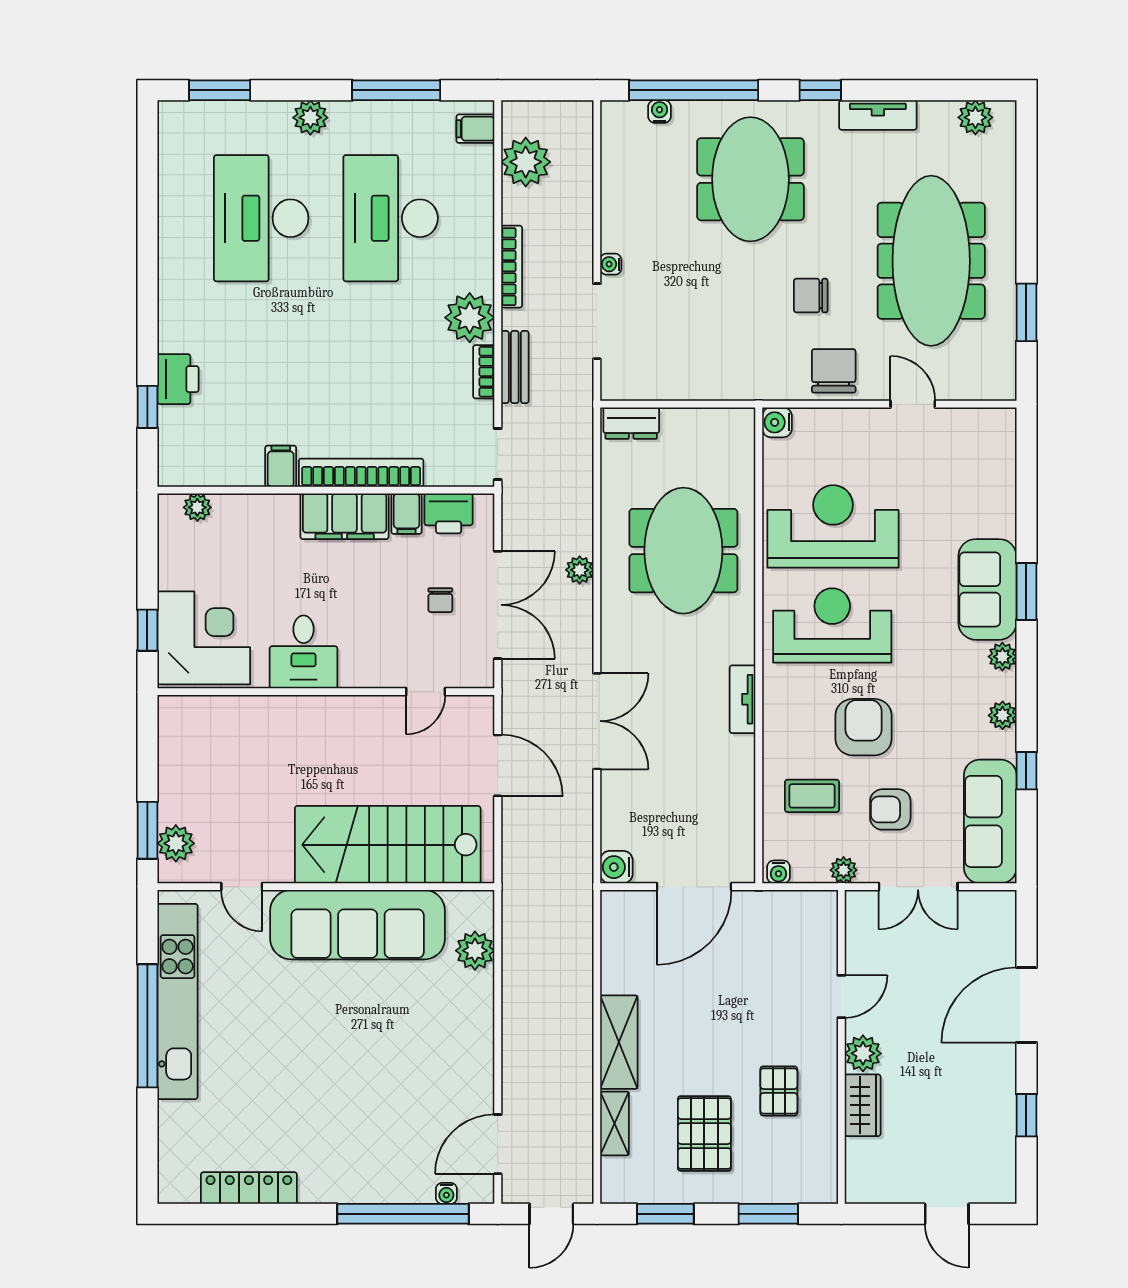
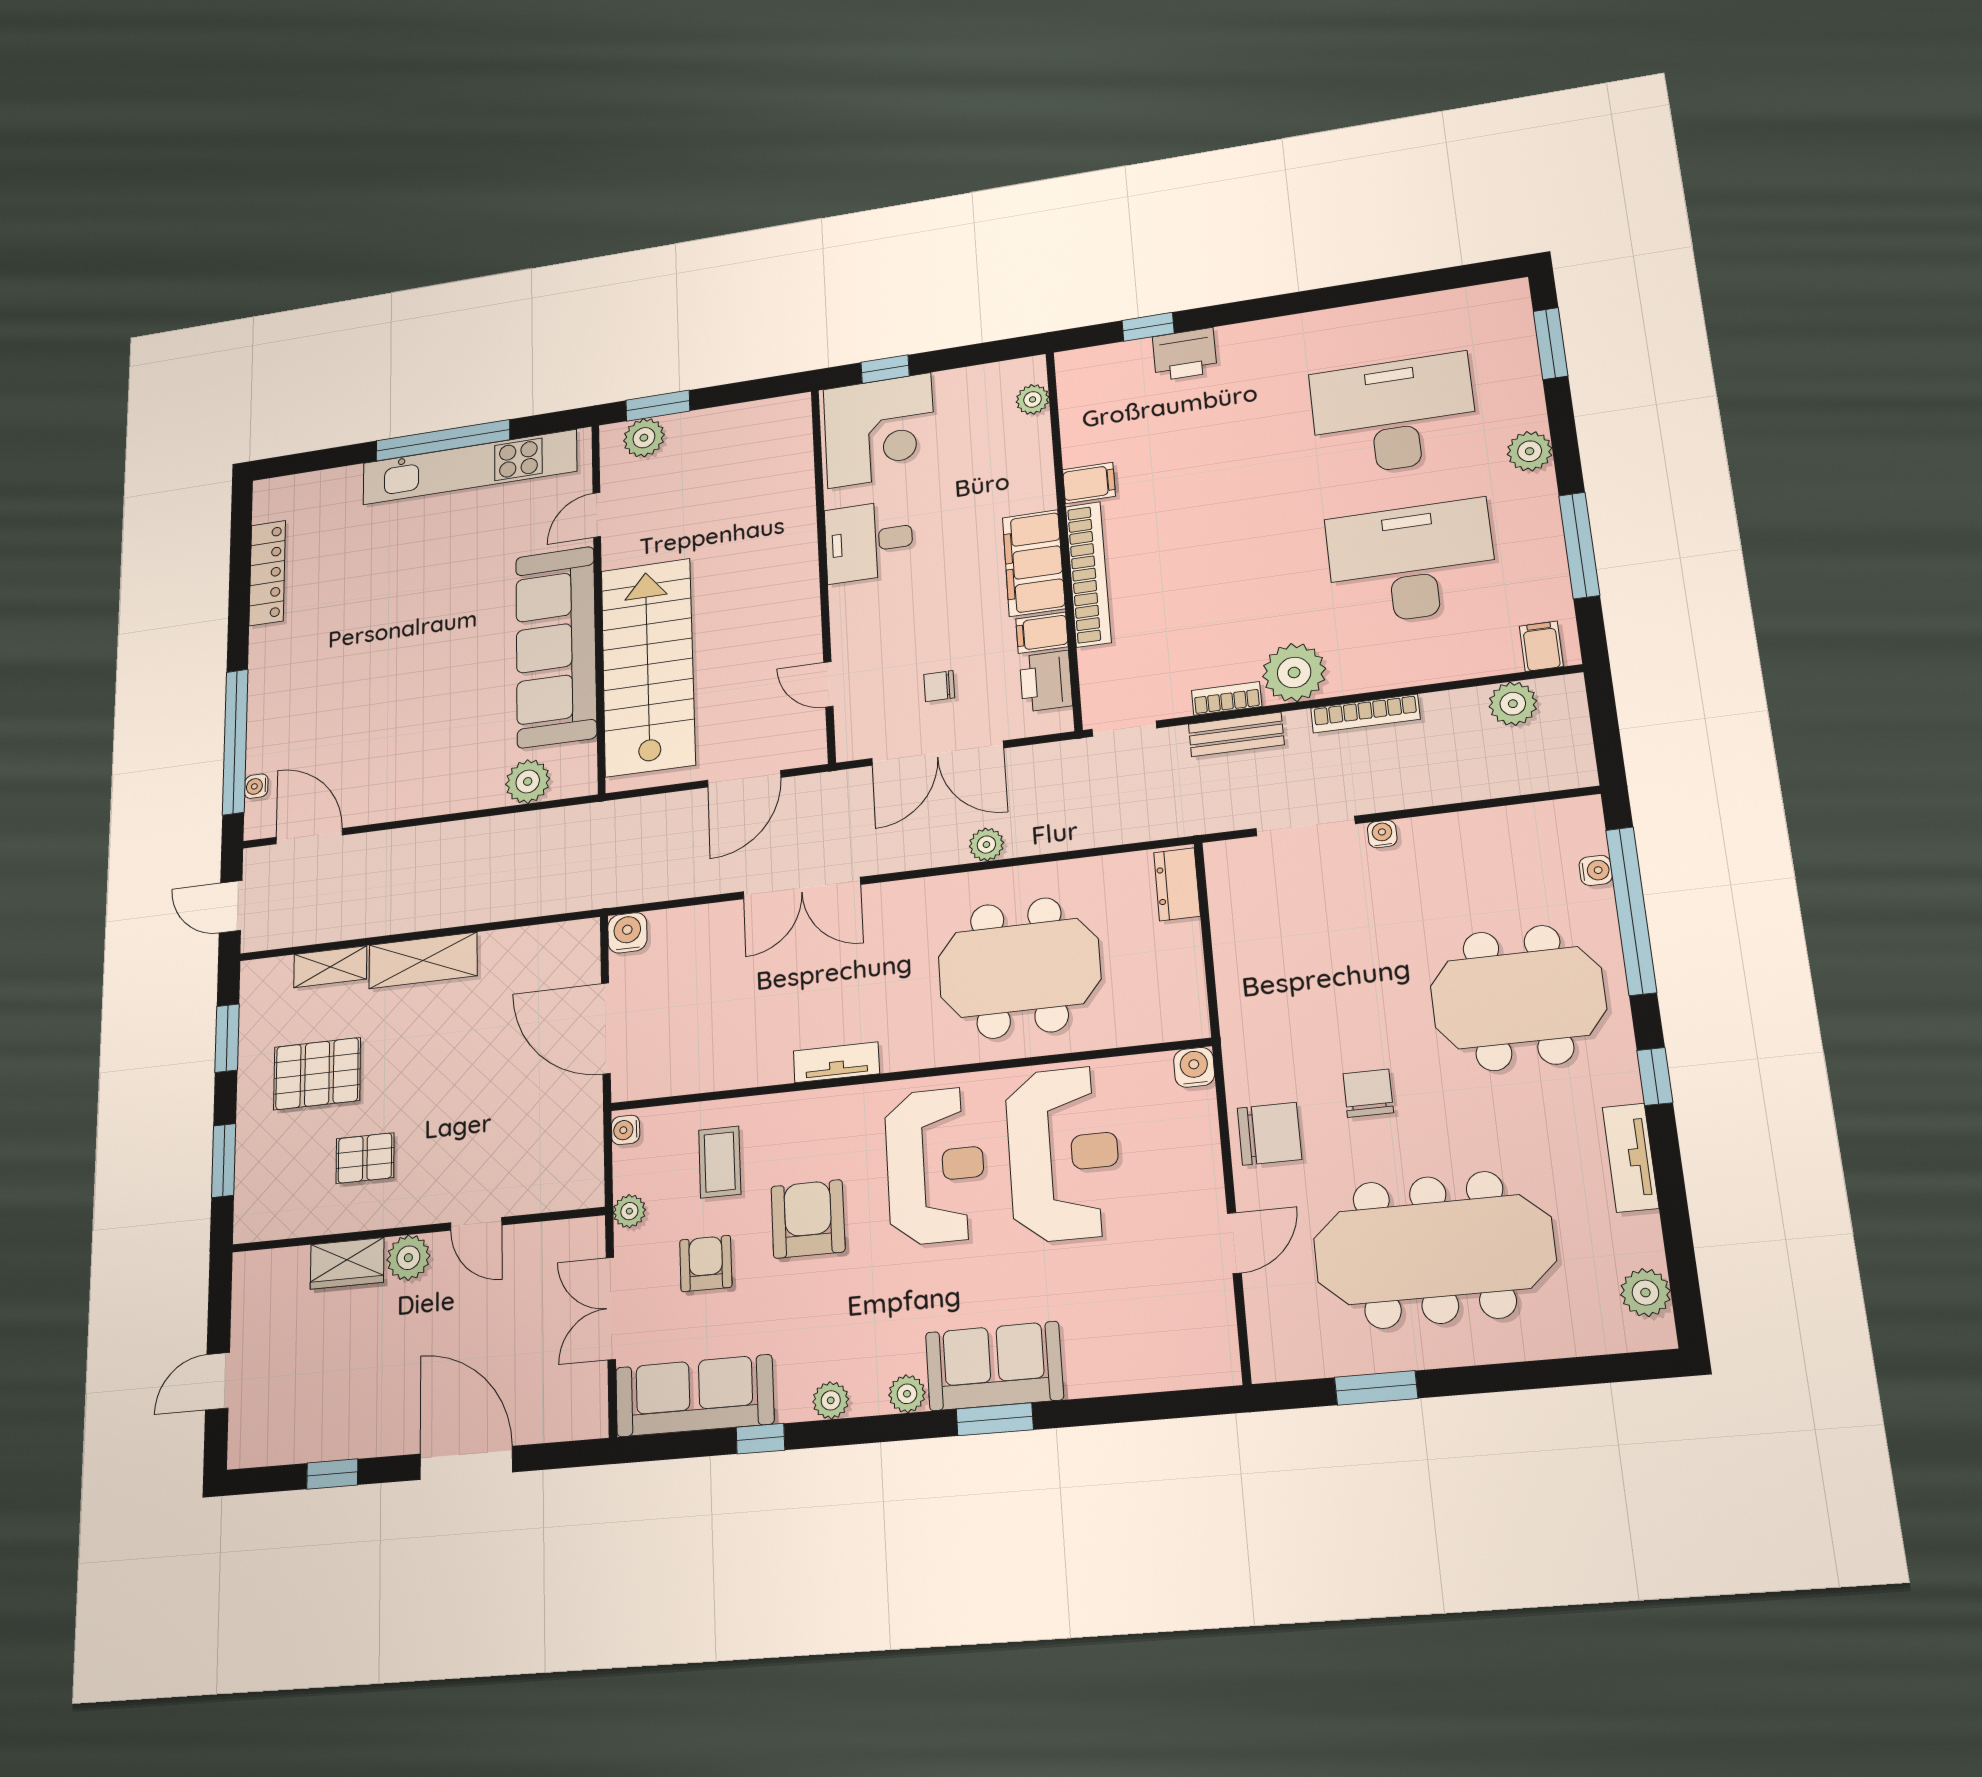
plant: (526, 162) -> (1513, 704), width x0.73, depth x0.73
armchair: (864, 727) -> (808, 1219), turned -90

